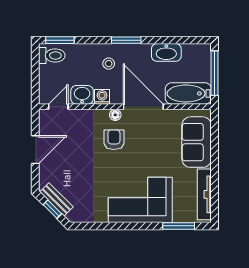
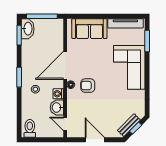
window: (60, 40) -> (19, 35), moved
washbasin: (166, 52) -> (28, 29), moved
bathtub: (188, 93) -> (56, 34), removed

